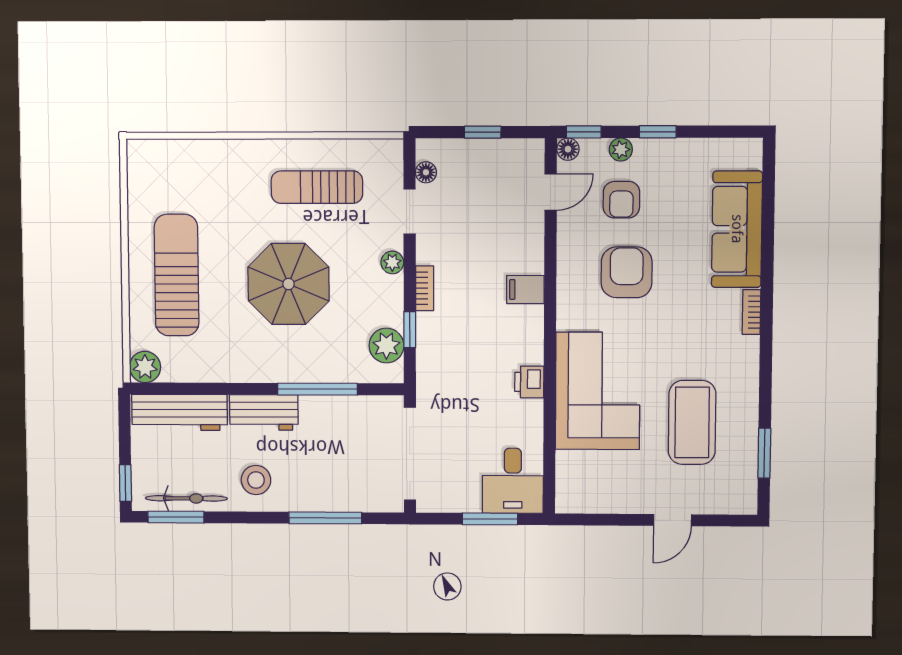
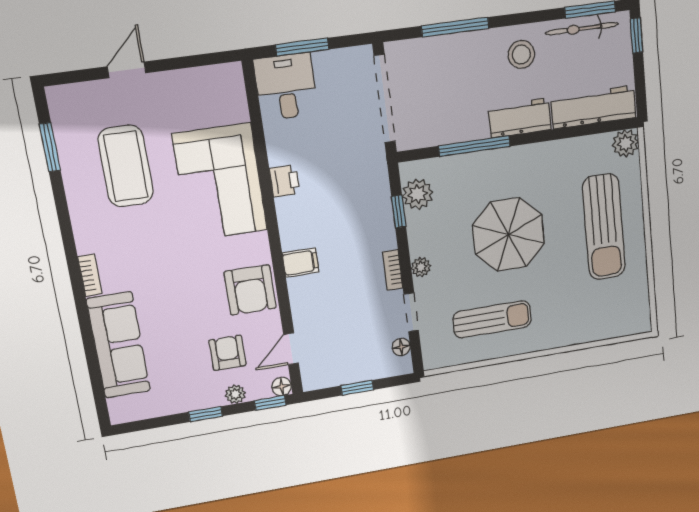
armchair: (627, 272) -> (250, 290), moved
bookcase: (425, 288) -> (393, 270), moved

